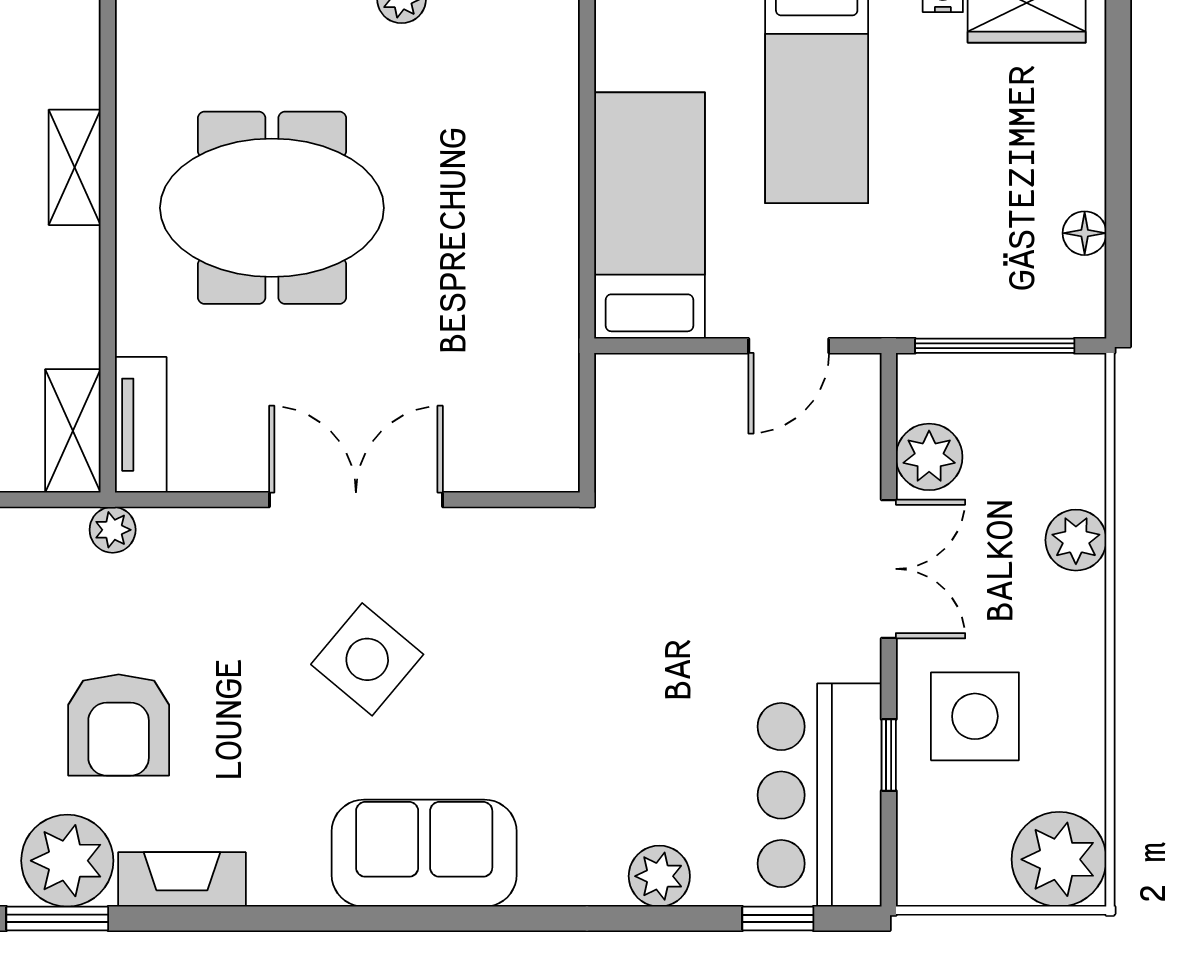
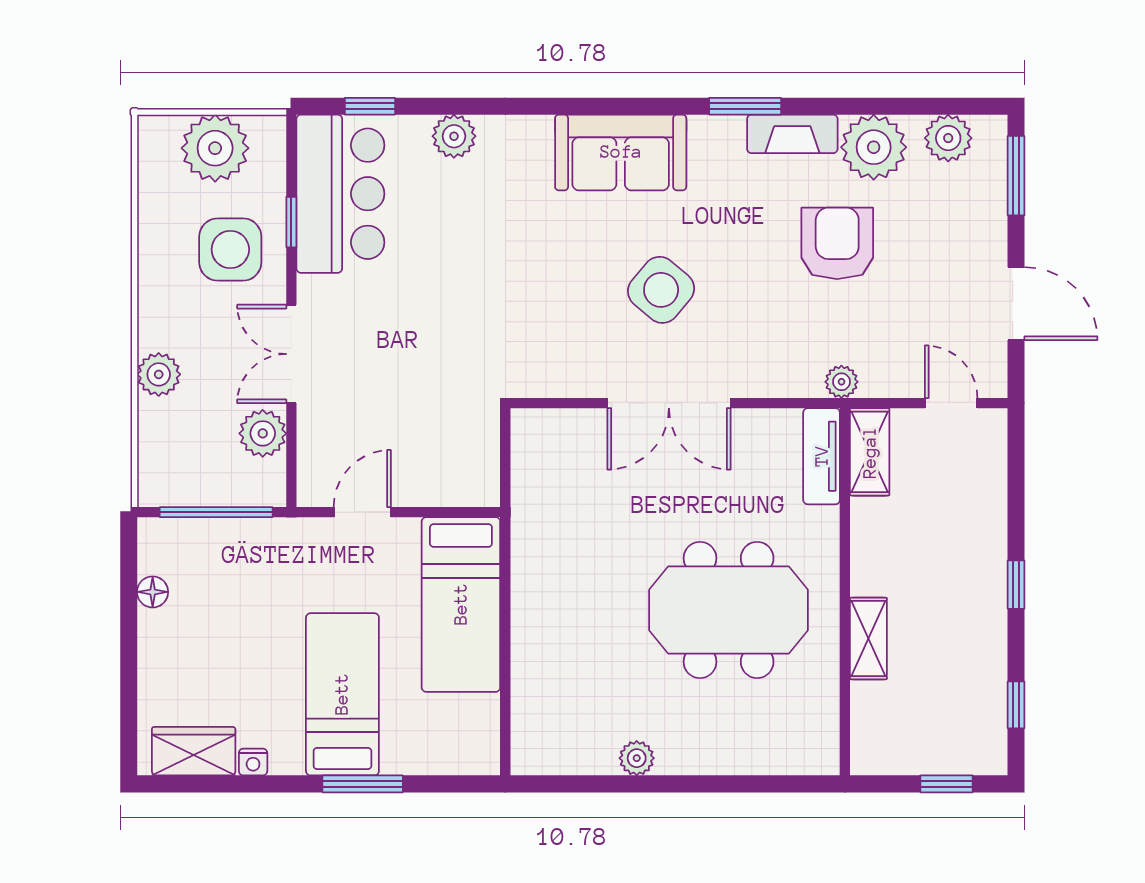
plant: (1059, 859) -> (215, 148), moved
window: (57, 919) -> (745, 106), moved

